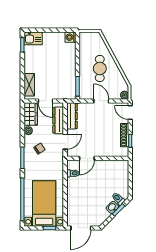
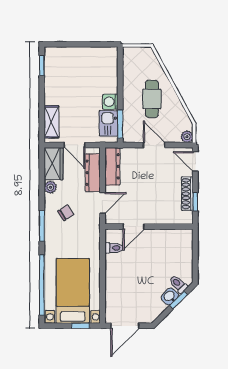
washing machine: (70, 37) -> (110, 102), moved
kitchen sink: (33, 38) -> (108, 123), moved, turned 90

